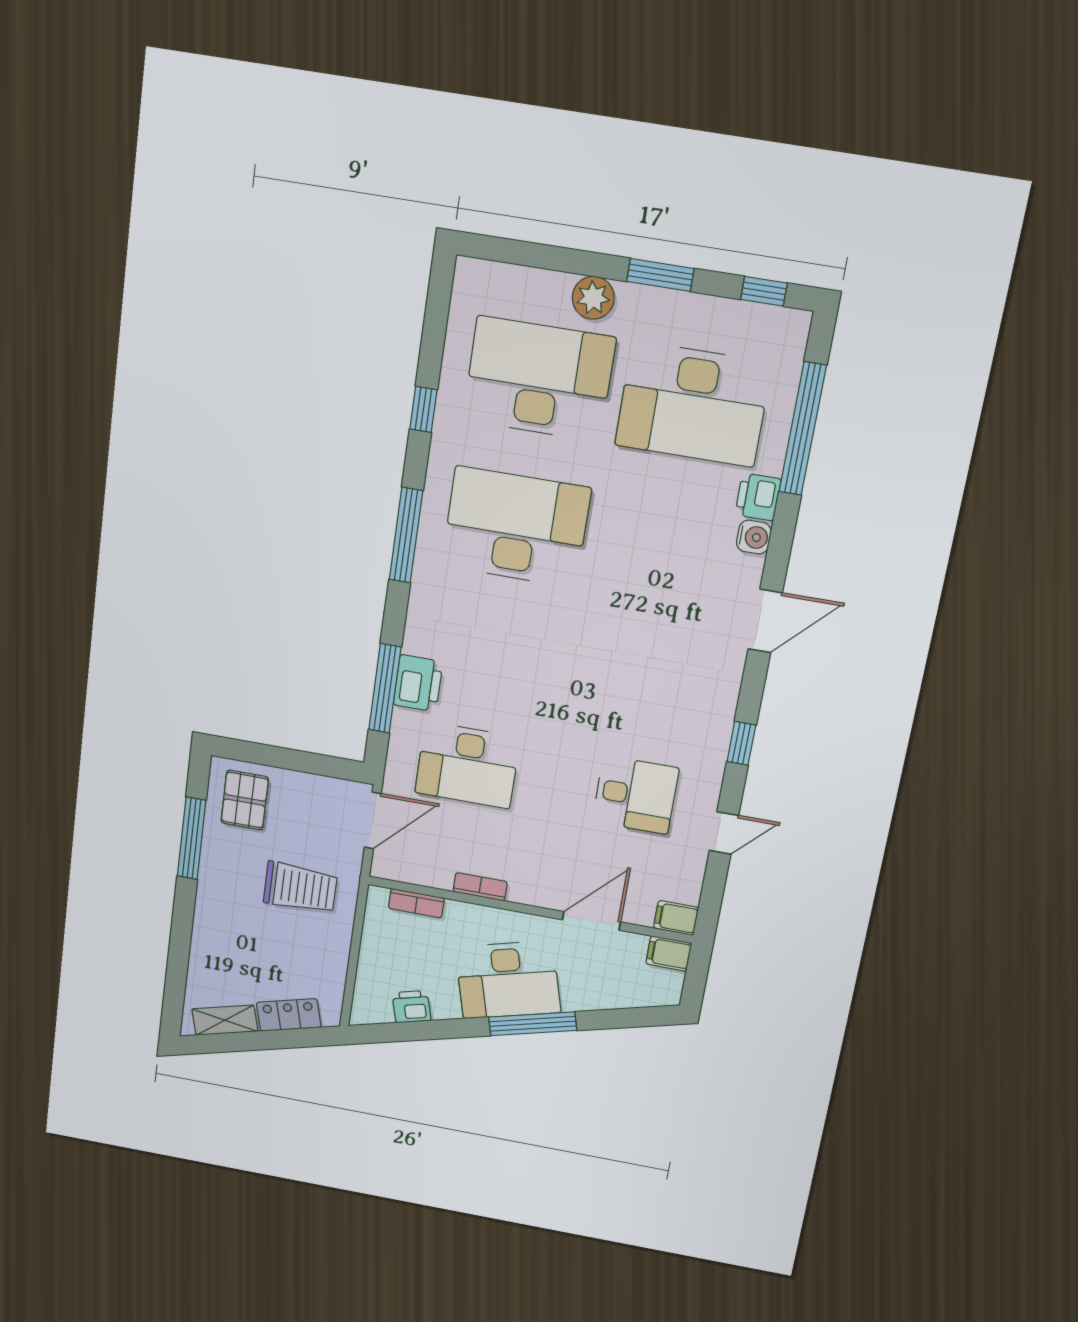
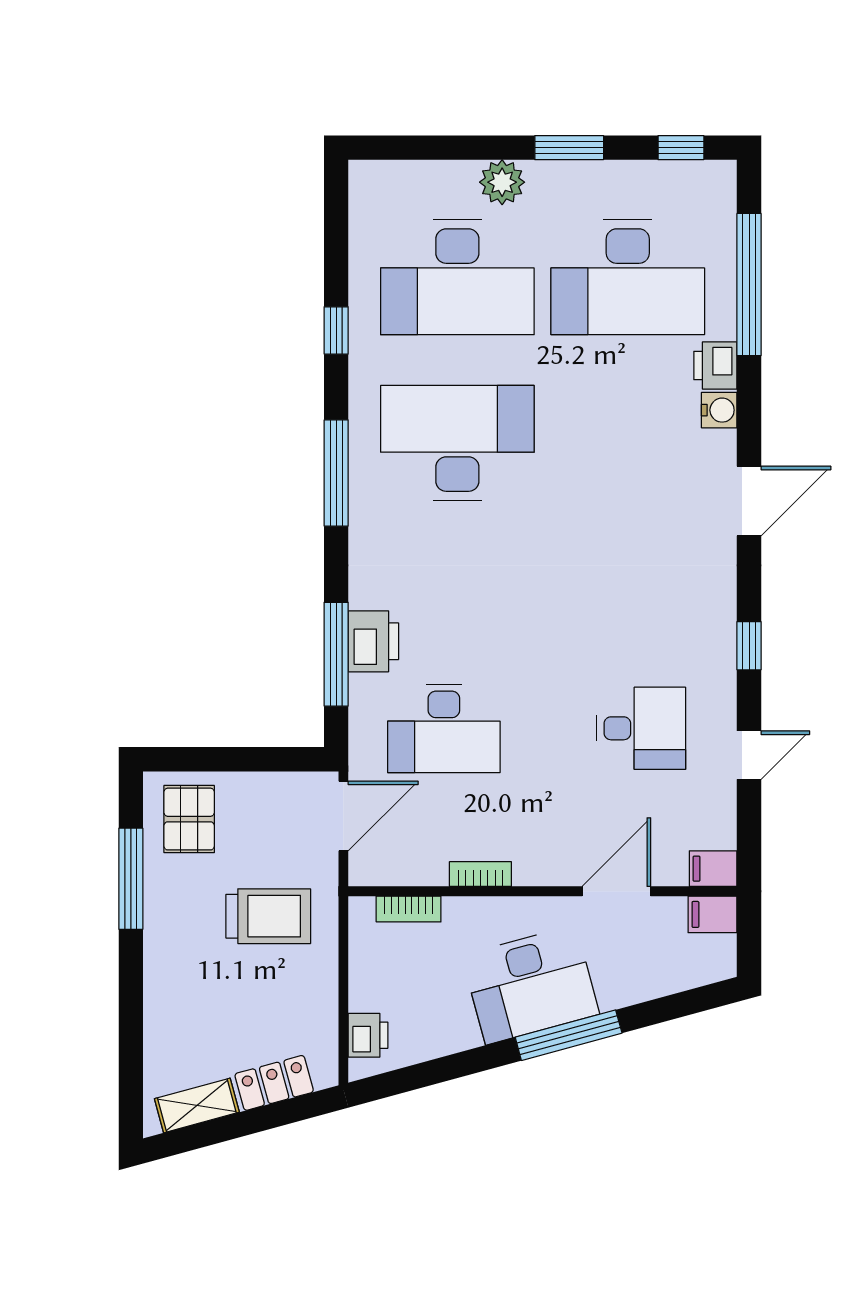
desk: (539, 379) -> (457, 277), turned 180
printer: (412, 1007) -> (368, 1035), moved, turned 105

